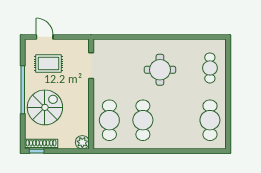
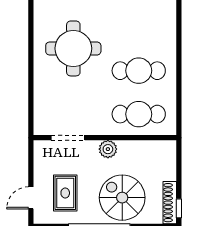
round table: (160, 70) -> (73, 48), width x1.36, depth x1.36
plant: (82, 142) -> (108, 149), moved

